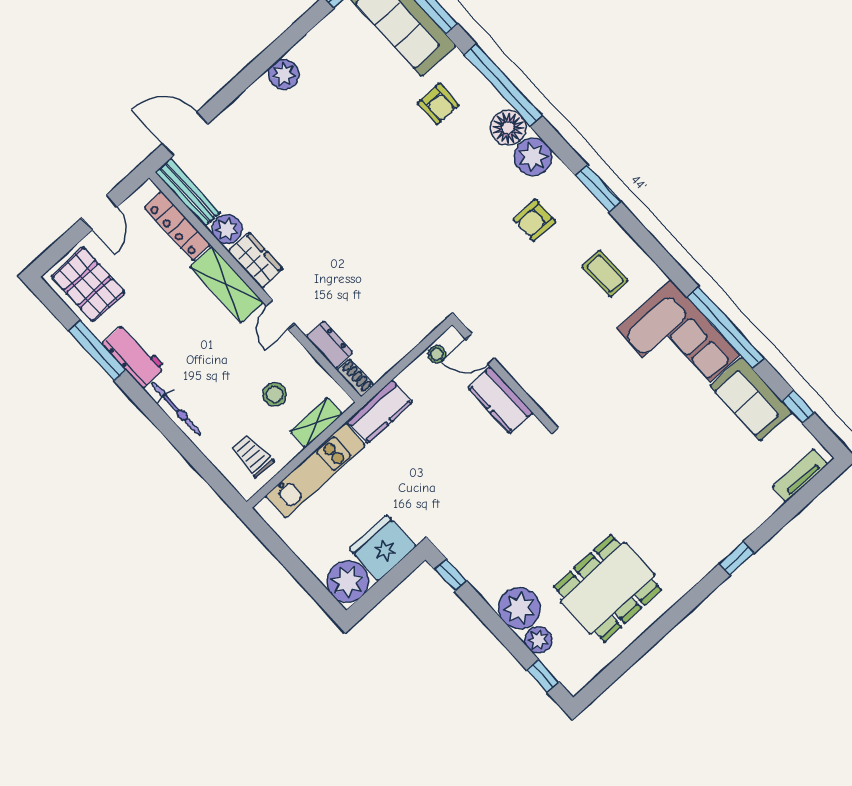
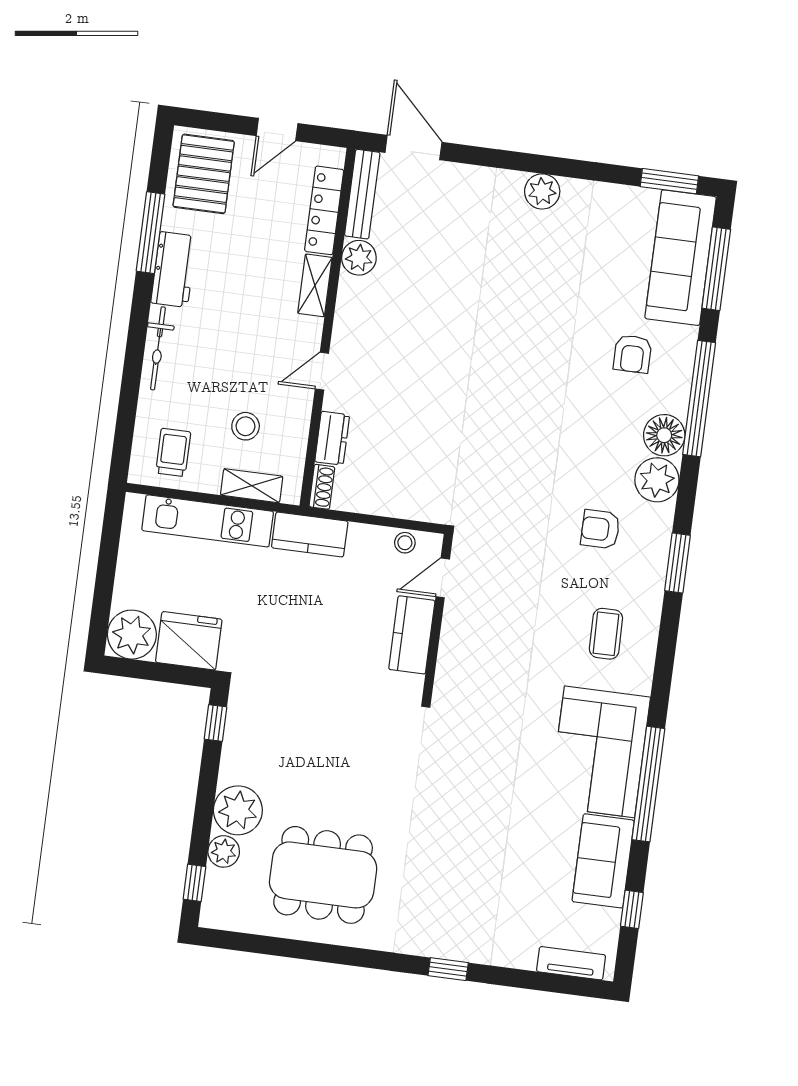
wardrobe: (255, 260) -> (352, 307), removed
shelving: (227, 285) -> (315, 285), width x0.67, depth x0.75
door: (480, 349) -> (443, 578), hinge flipped

